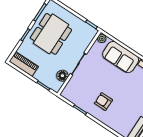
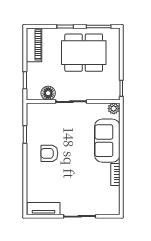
armchair: (103, 102) -> (49, 153), turned -90

